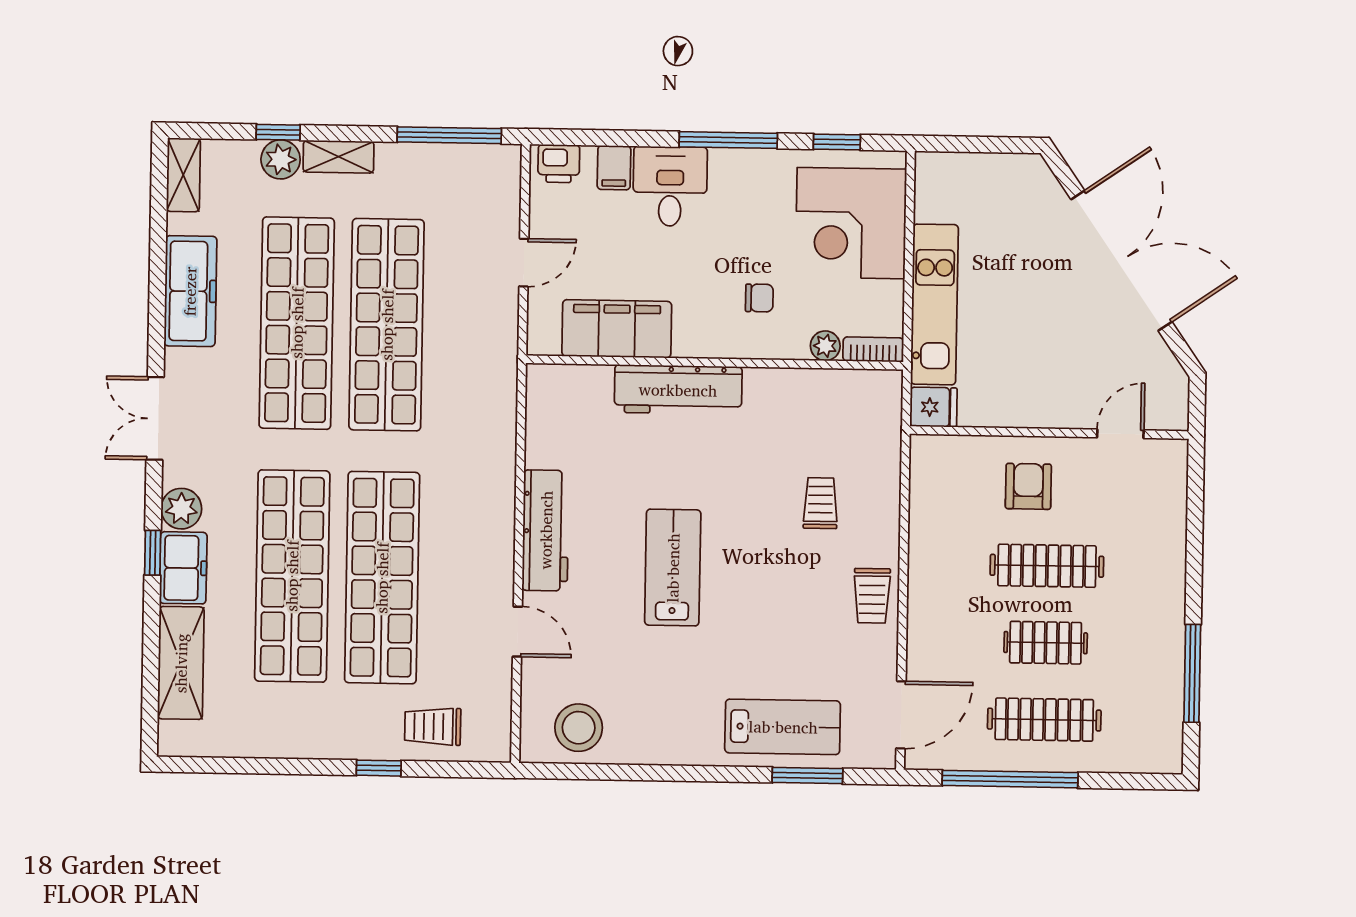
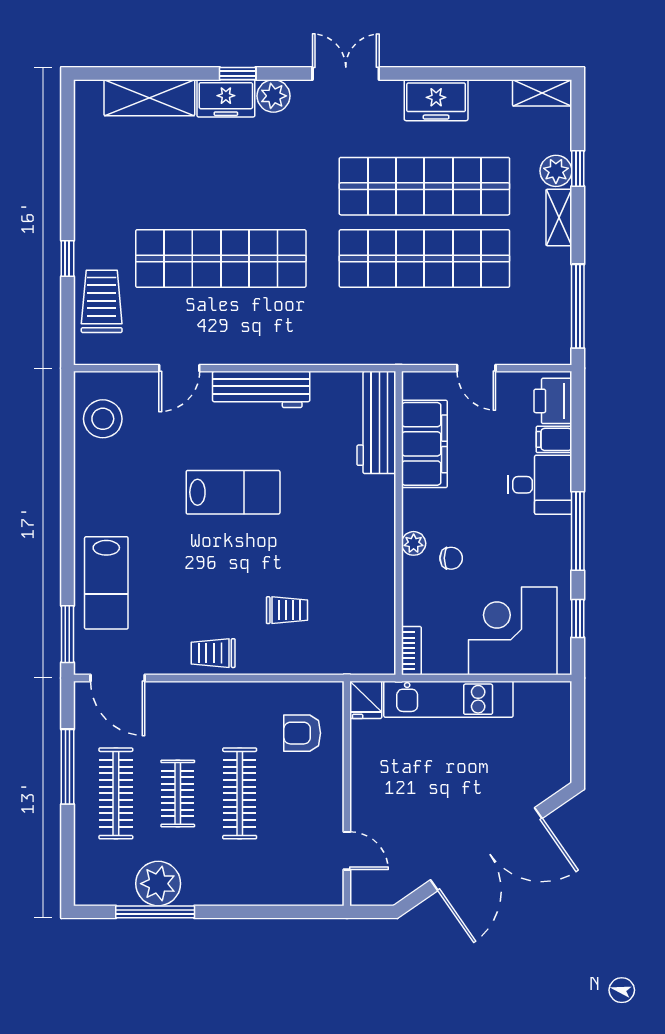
printer: (559, 164) -> (553, 401), width x1.36, depth x1.24
freezer: (190, 291) -> (436, 100), width x0.71
chair: (759, 298) -> (451, 558), turned -90
plant: (825, 346) -> (414, 543), moved
workbench: (678, 390) -> (376, 422), moved
armchair: (1028, 486) -> (302, 733), moved, turned 180
shop shelf: (292, 576) -> (221, 186), removed
plant: (1157, 669) -> (158, 884), added
trolley: (433, 726) -> (102, 301), width x1.36, depth x1.39
window: (807, 776) -> (67, 634), moved
window: (1010, 779) -> (67, 767), width x0.68

